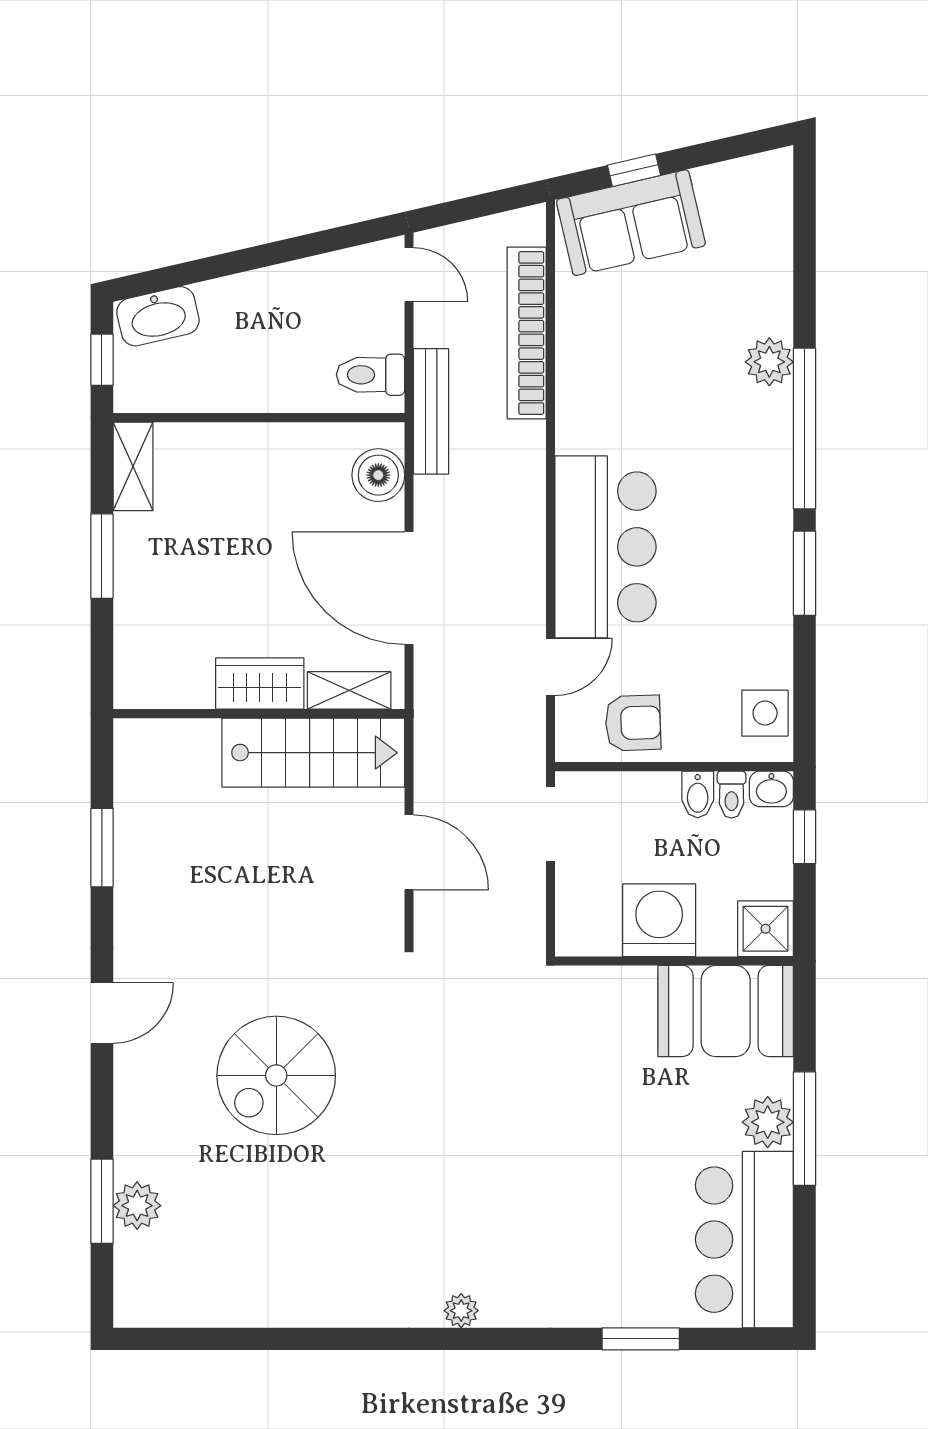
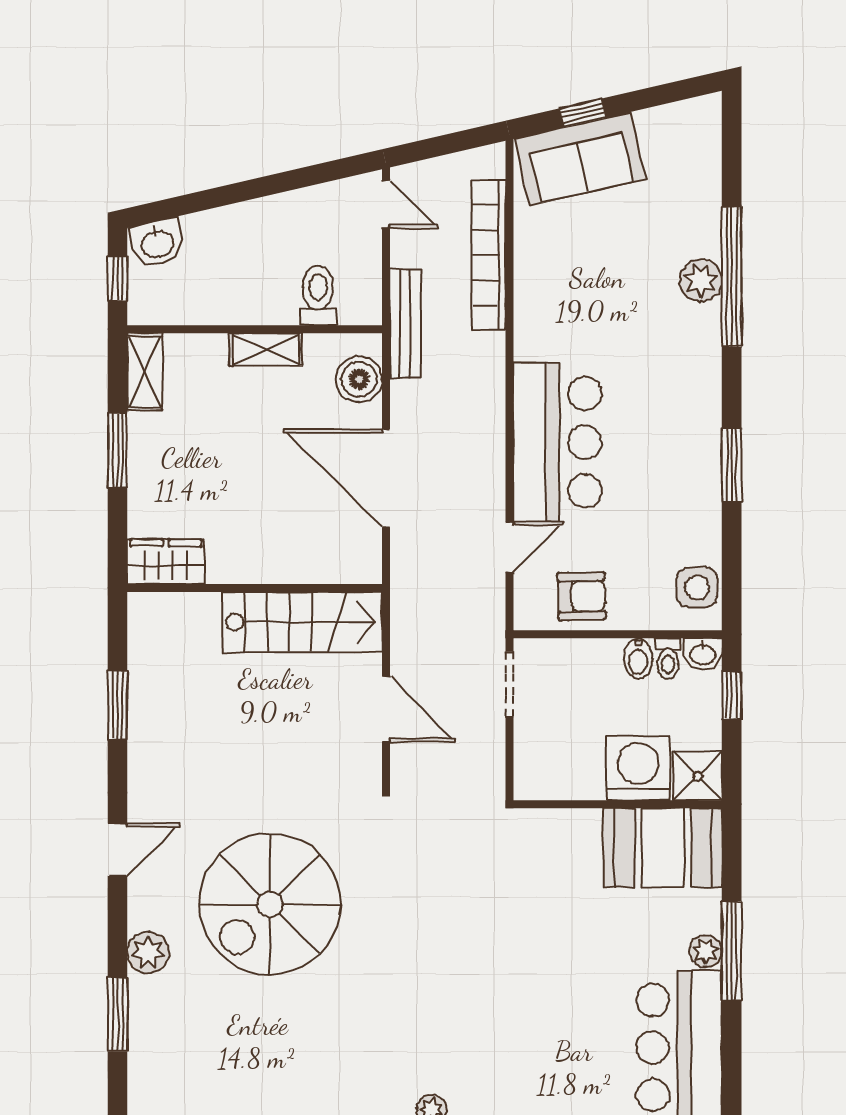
washbasin: (158, 316) -> (157, 243), width x0.72
toilet: (371, 375) -> (318, 295), moved, turned 90
window: (804, 429) -> (732, 276), moved
wardrobe: (260, 684) -> (166, 562), moved
shelving: (349, 690) -> (266, 349), moved
washing machine: (659, 920) -> (638, 769), moved
spiral stairs: (276, 1075) -> (270, 904), width x1.37, depth x1.37
plant: (768, 1122) -> (706, 951), width x0.73, depth x0.73
plant: (137, 1206) -> (148, 953), moved

